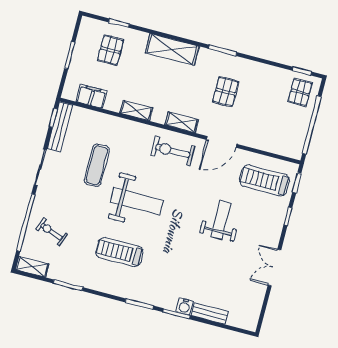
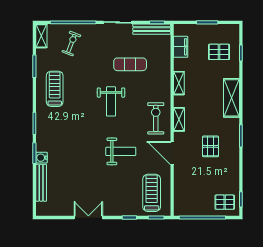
pallet: (226, 92) -> (211, 146), turned 90
weight bench: (137, 201) -> (111, 101), width x0.73, depth x0.75
weight bench: (221, 220) -> (121, 151), moved
treadmill: (119, 252) -> (55, 89), moved
bench: (209, 313) -> (41, 183), width x1.36

